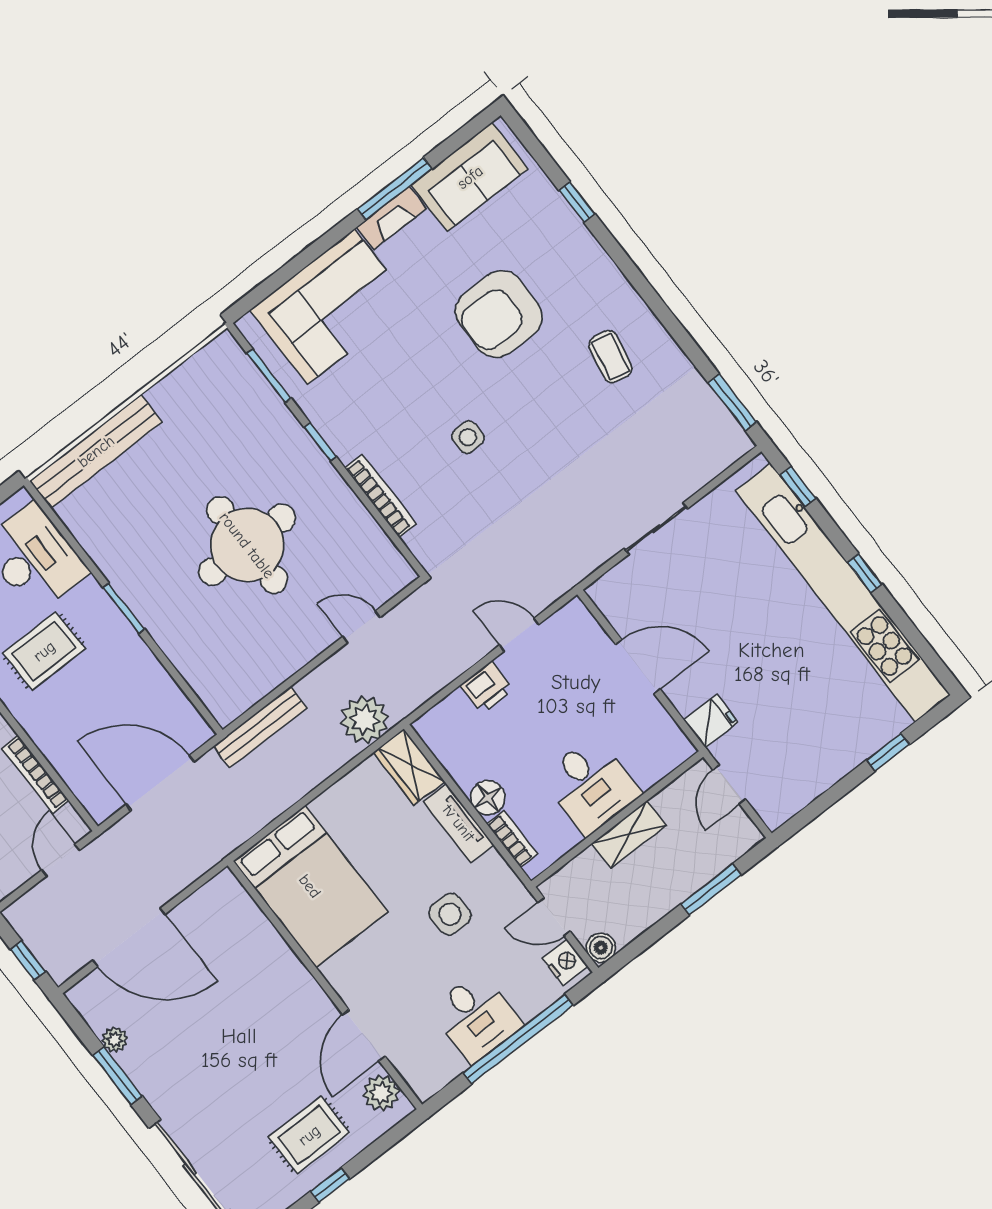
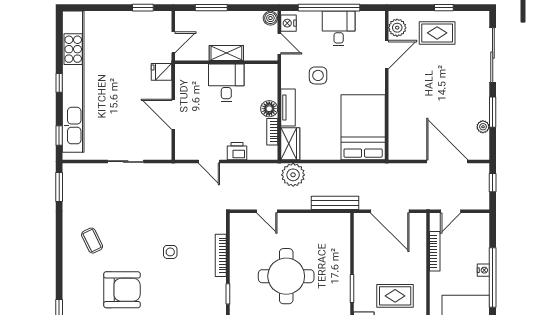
coffee table: (610, 357) -> (92, 241), turned -38
window: (888, 752) -> (143, 8), moved
bookcase: (512, 839) -> (272, 132), moved

